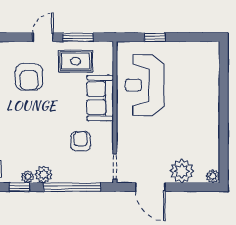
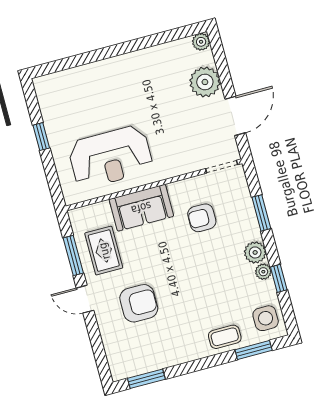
window: (155, 37) -> (41, 137), moved
window: (72, 187) -> (261, 213), width x0.47

